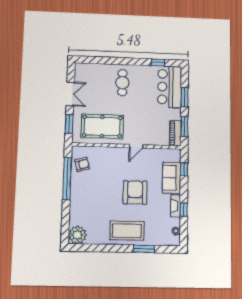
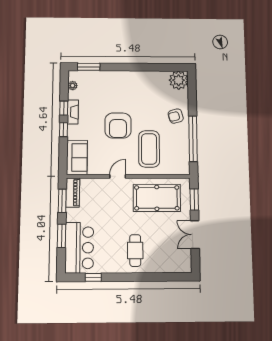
armchair: (82, 164) -> (176, 116), moved
window: (184, 169) -> (63, 130), moved
sofa: (172, 178) -> (77, 158), moved
coffee table: (127, 231) -> (149, 149), moved, turned 90
window: (144, 249) -> (89, 67), moved

